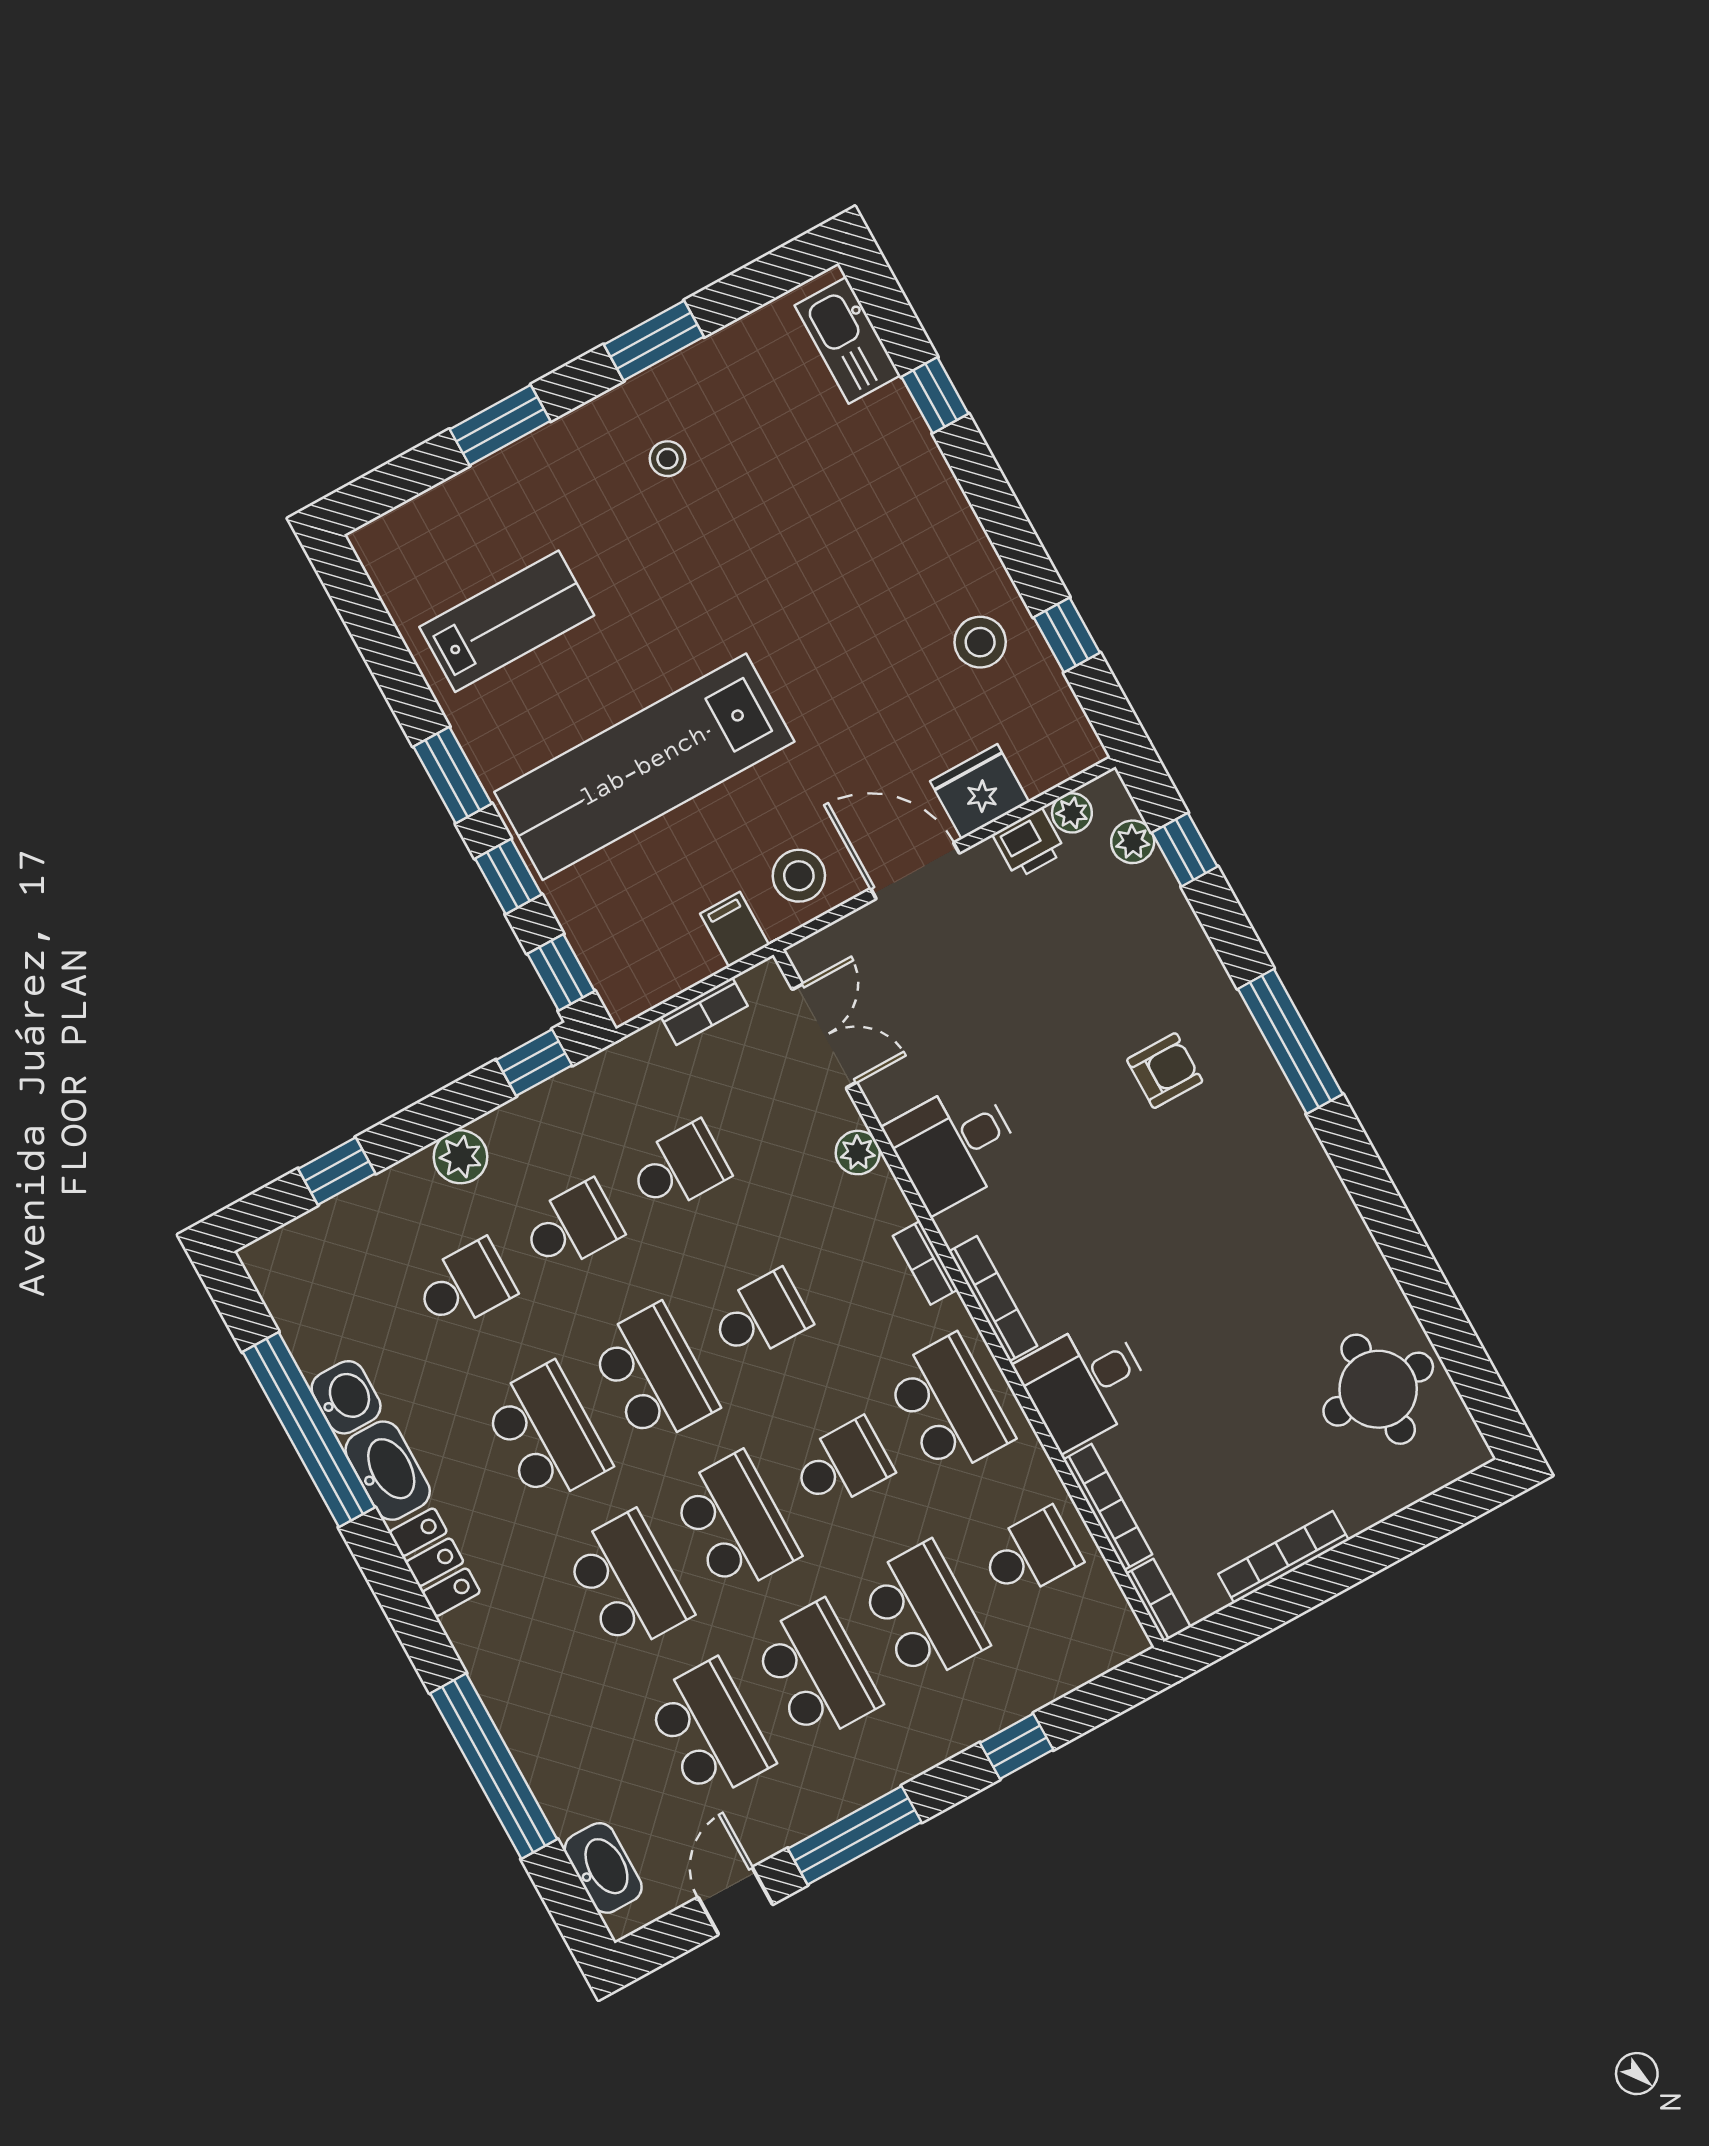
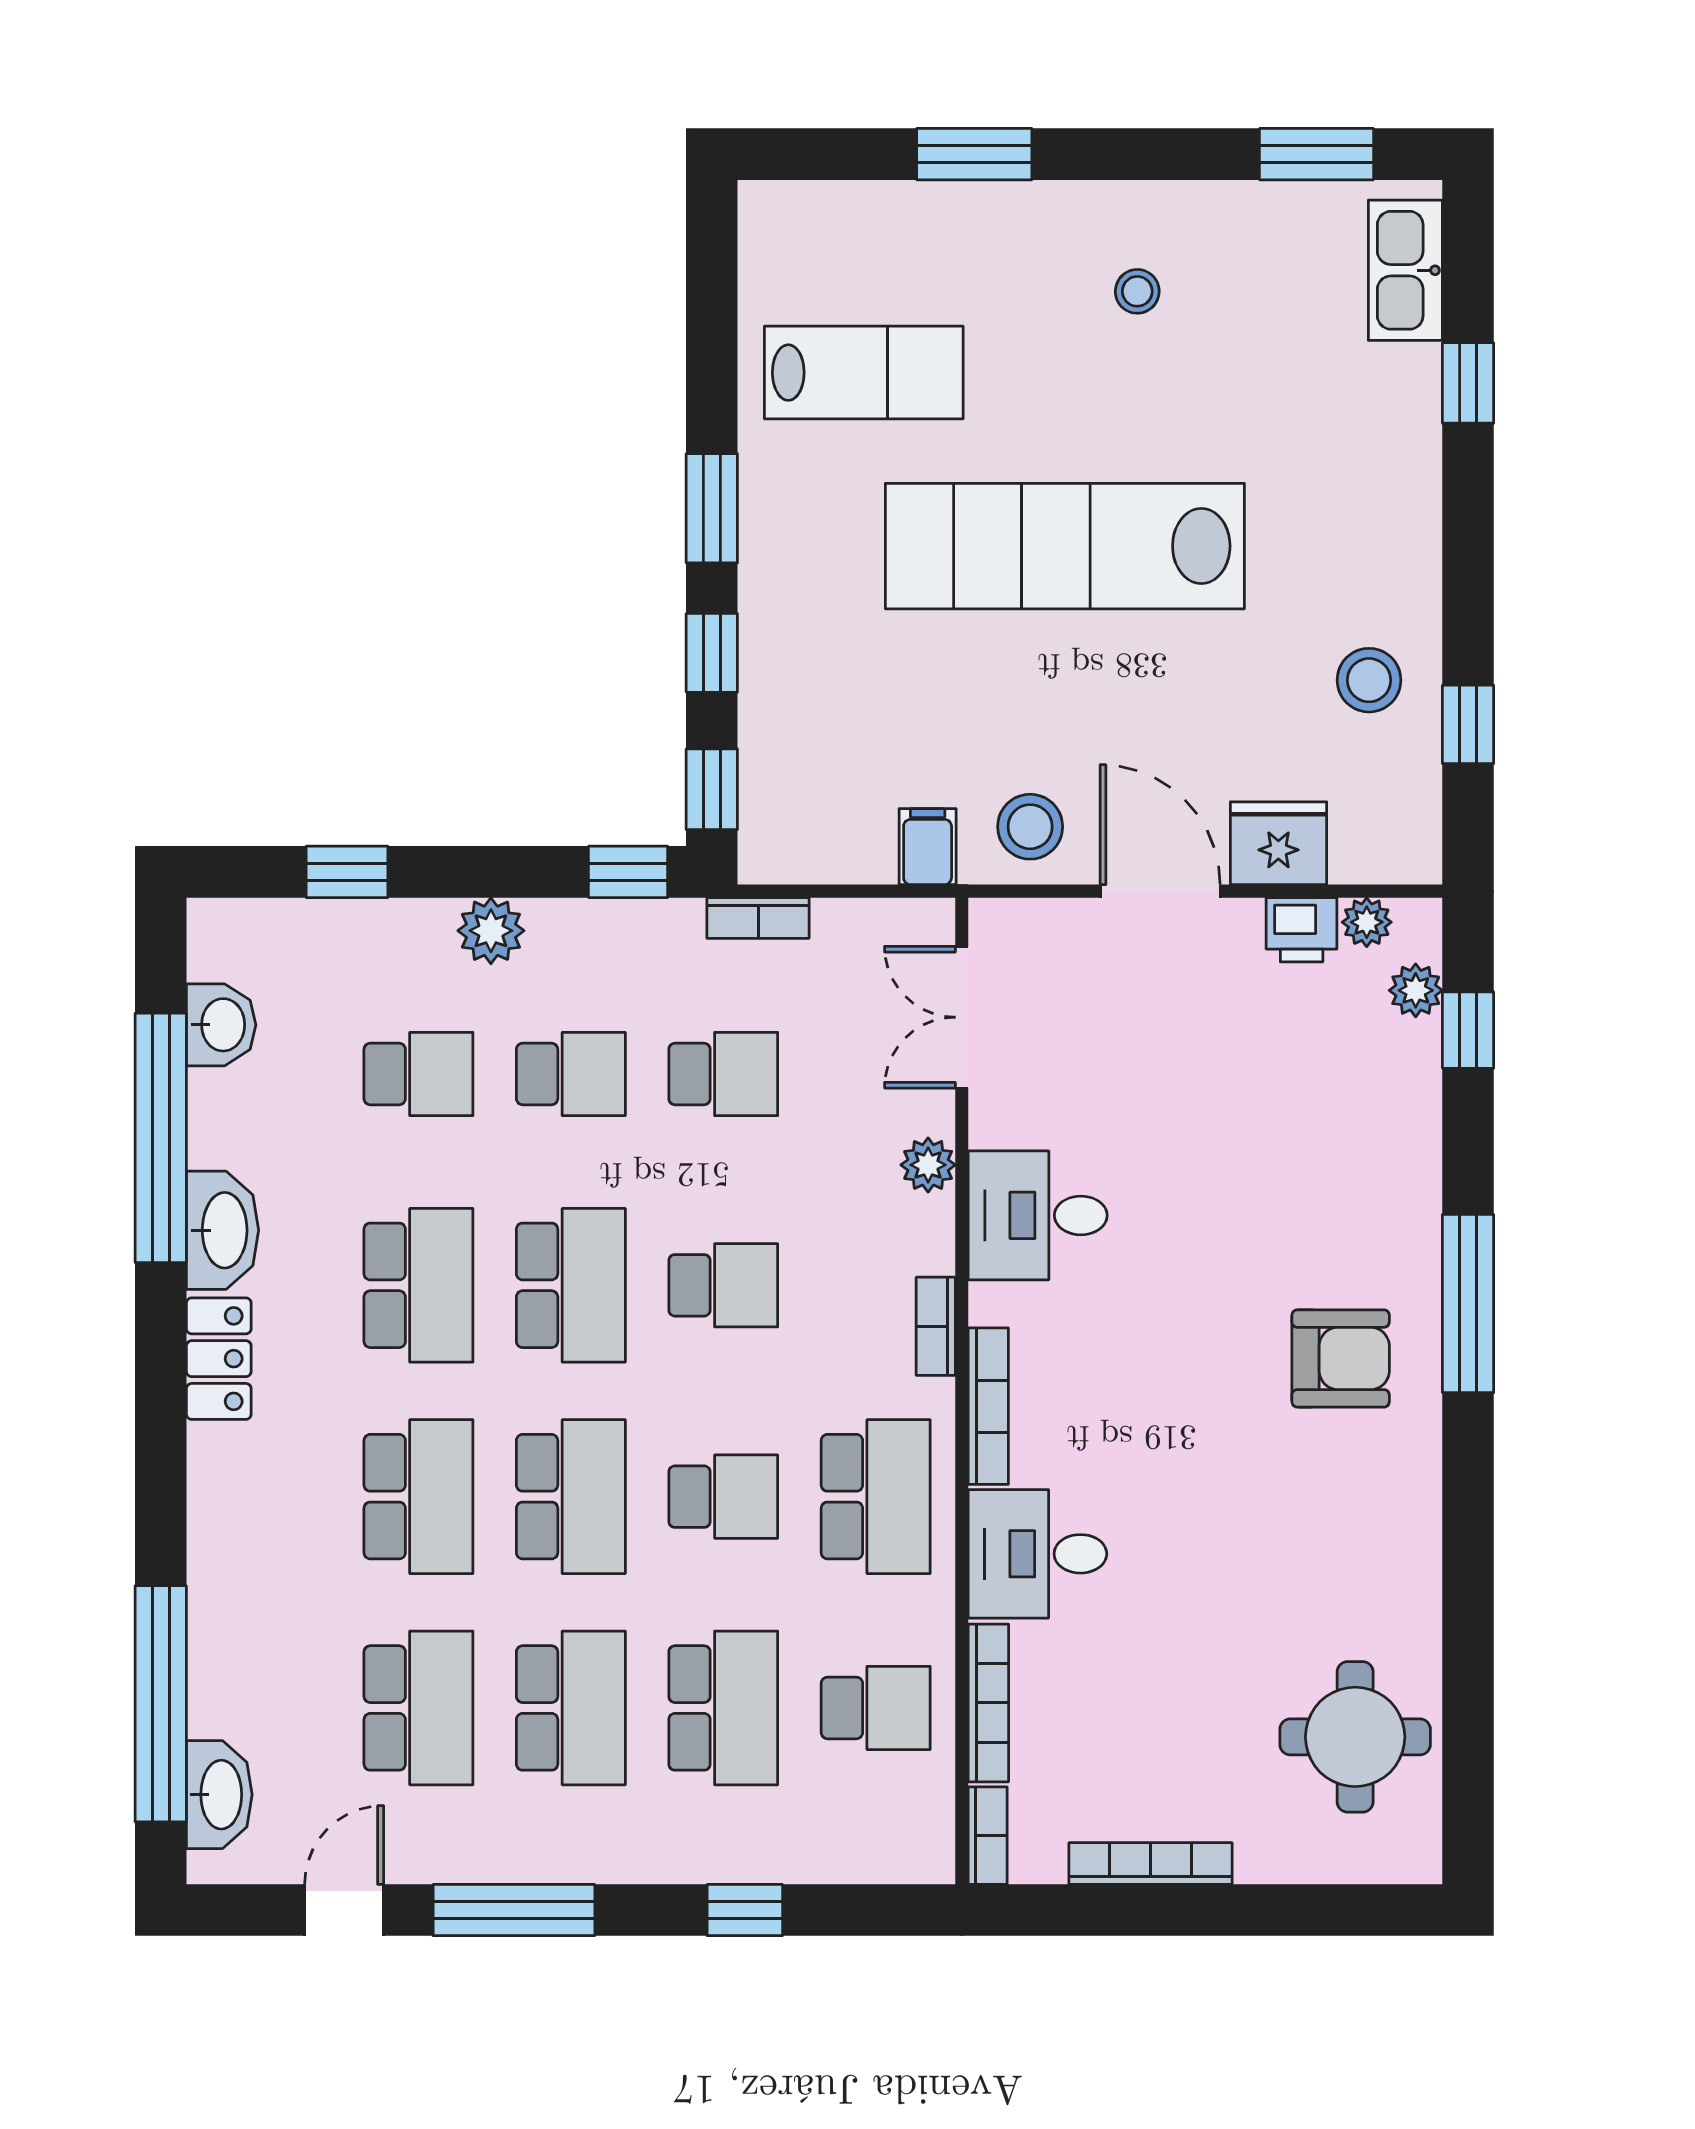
window: (654, 341) -> (1316, 154), moved
lab bench: (644, 767) -> (1065, 546), moved
bookcase: (704, 1011) -> (758, 918), moved
double door: (824, 1036) -> (962, 1017), swing flipped
armchair: (1165, 1071) -> (1341, 1358), moved, width x1.38, depth x1.38
washbasin: (346, 1397) -> (221, 1025), moved
window: (494, 1766) -> (161, 1704), moved

